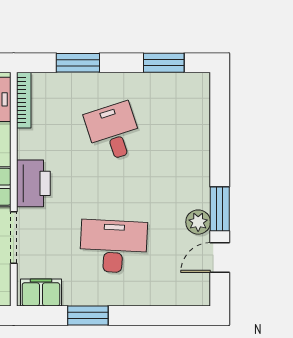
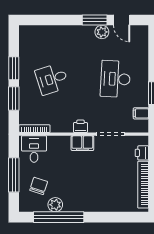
window: (164, 63) -> (14, 68), moved
printer: (33, 183) -> (80, 126), width x0.53, depth x0.68
filing cabinet: (41, 292) -> (141, 113), width x0.50

